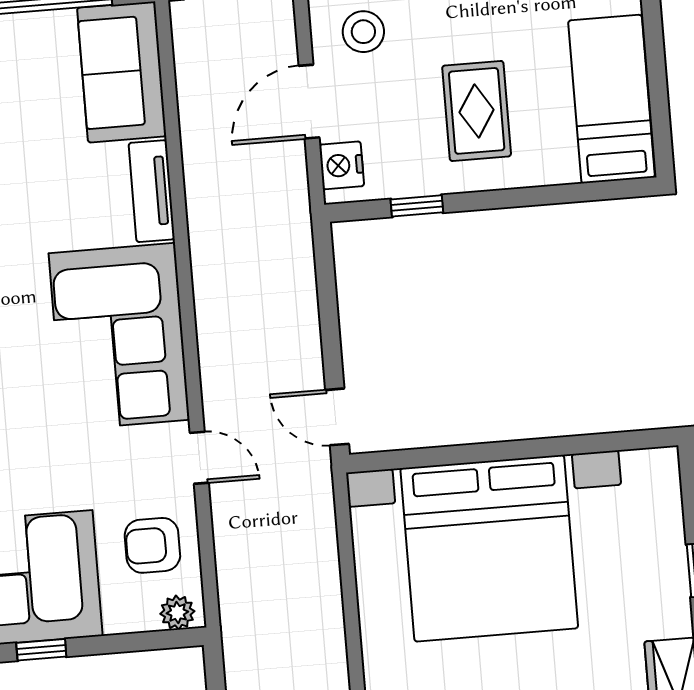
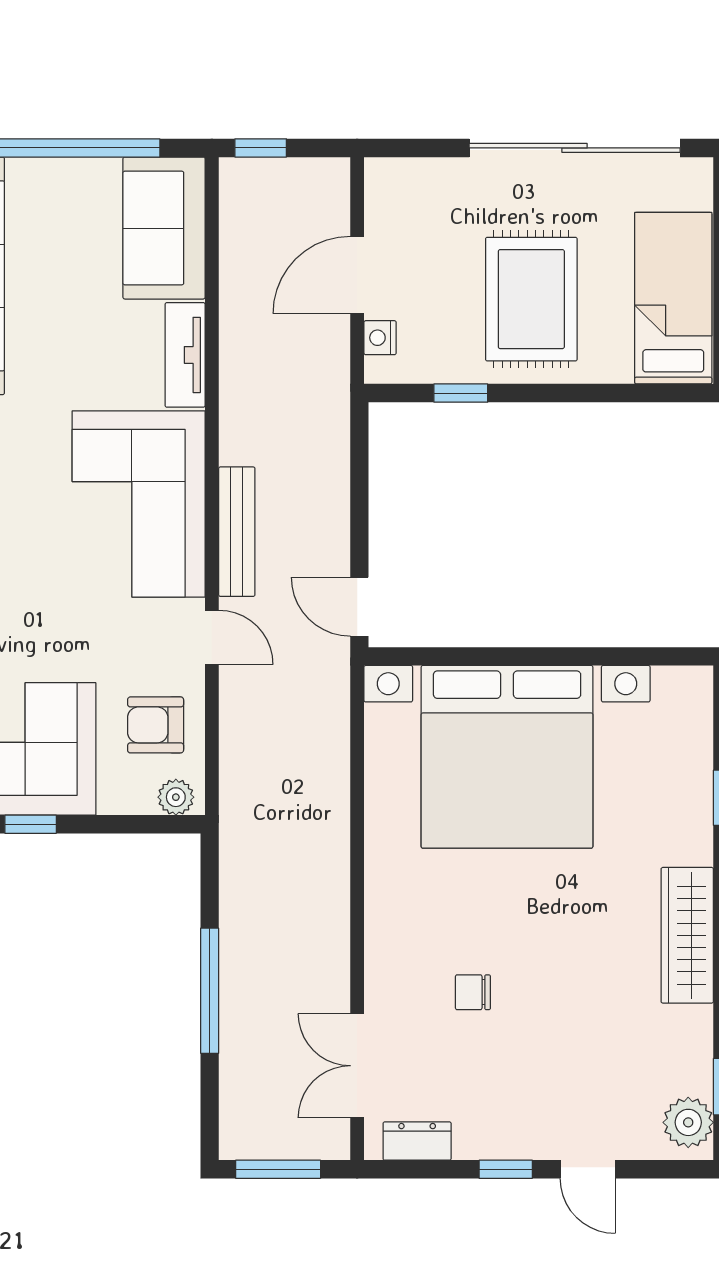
stool: (363, 32) -> (420, 207), removed
rug: (477, 111) -> (531, 299), width x1.36, depth x1.43
nightstand: (342, 165) -> (380, 338), width x0.72, depth x0.74
bench: (215, 355) -> (237, 532), added

